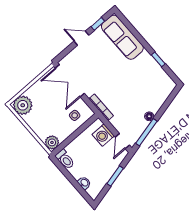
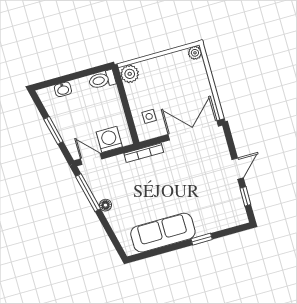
sofa: (122, 37) -> (163, 233), moved
window: (158, 59) -> (202, 239), moved
plant: (23, 105) -> (195, 53), width x0.53, depth x0.53

